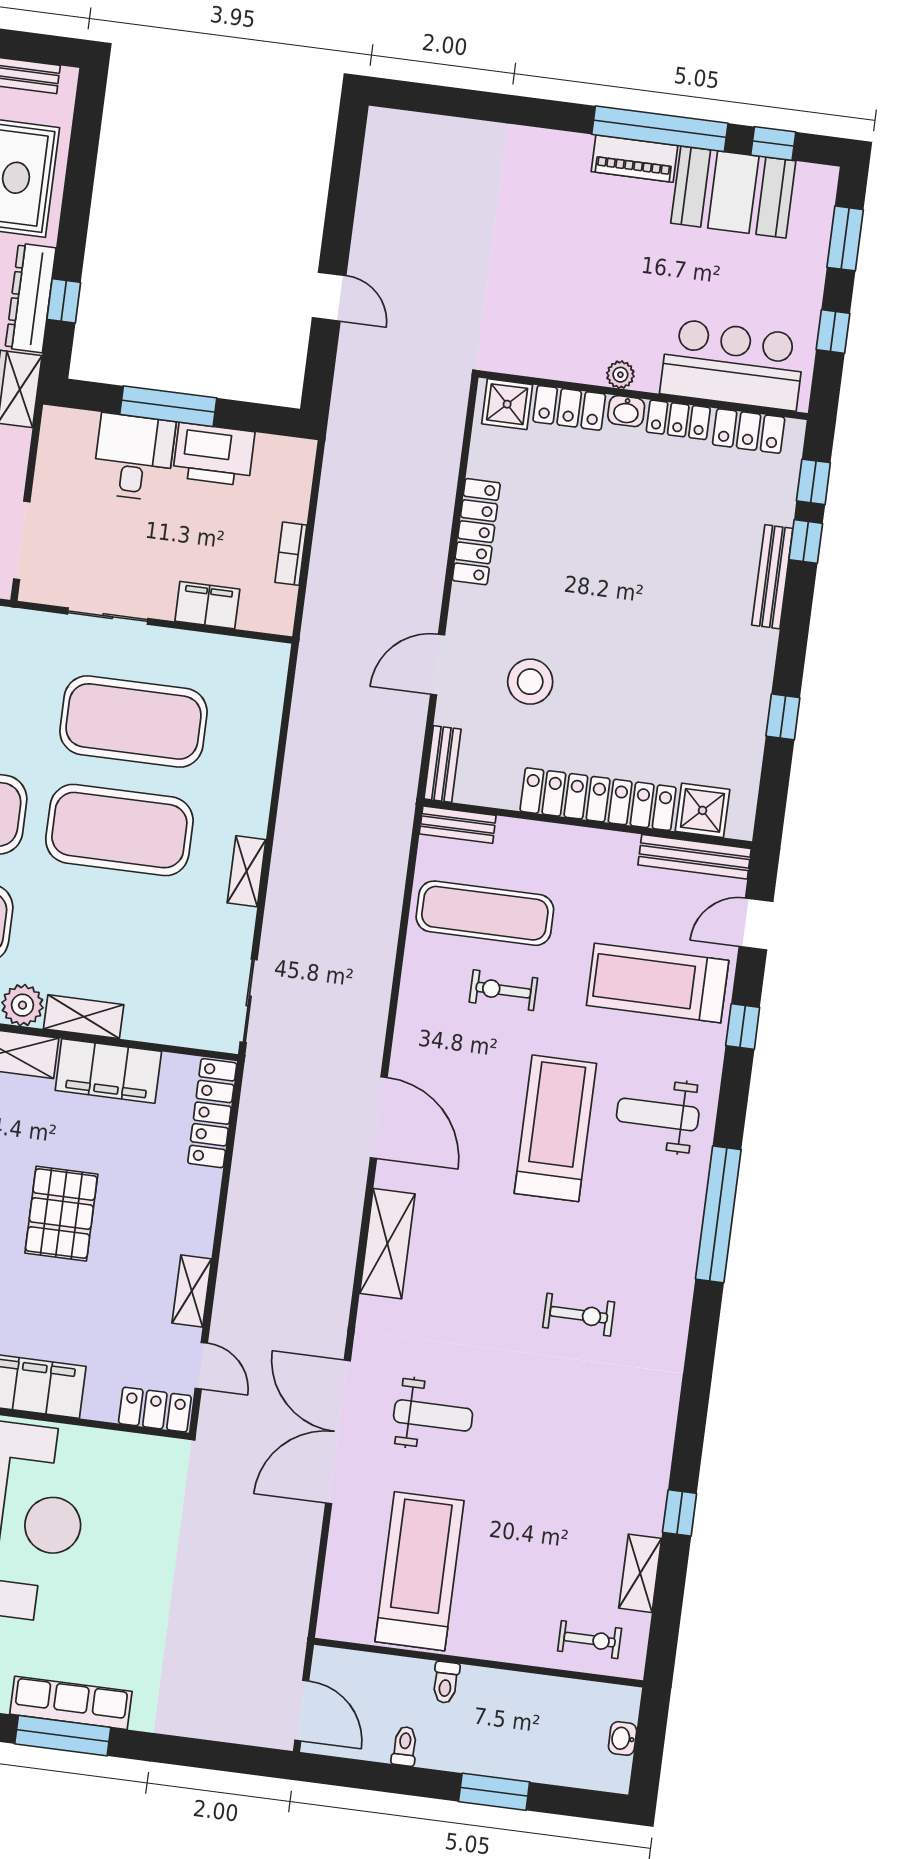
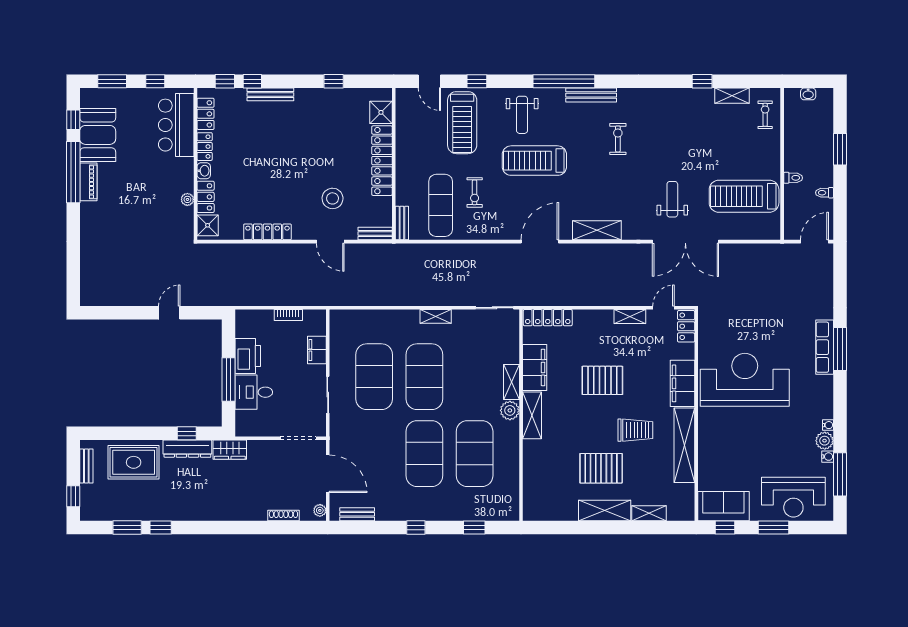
plant: (620, 375) -> (187, 199), moved
bench: (695, 857) -> (591, 95), moved, turned 90

